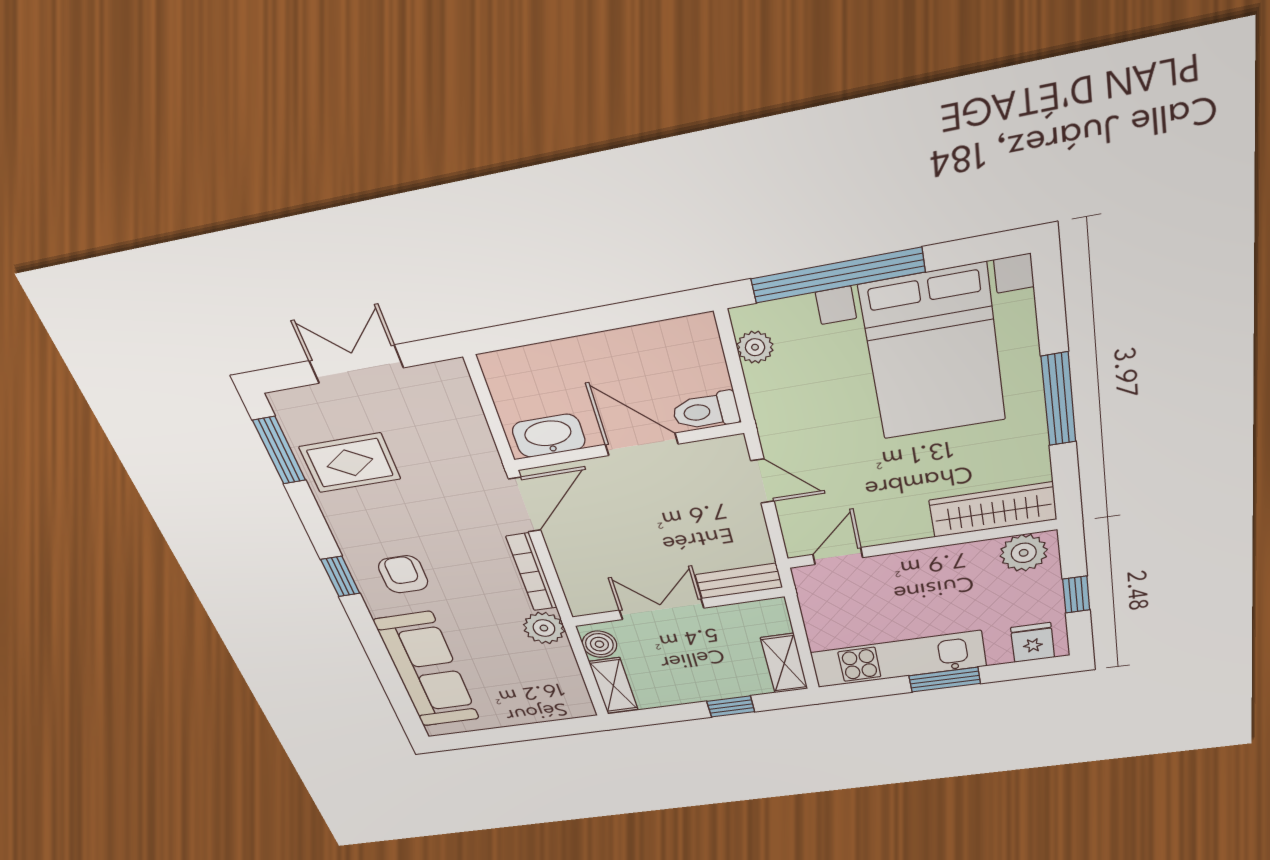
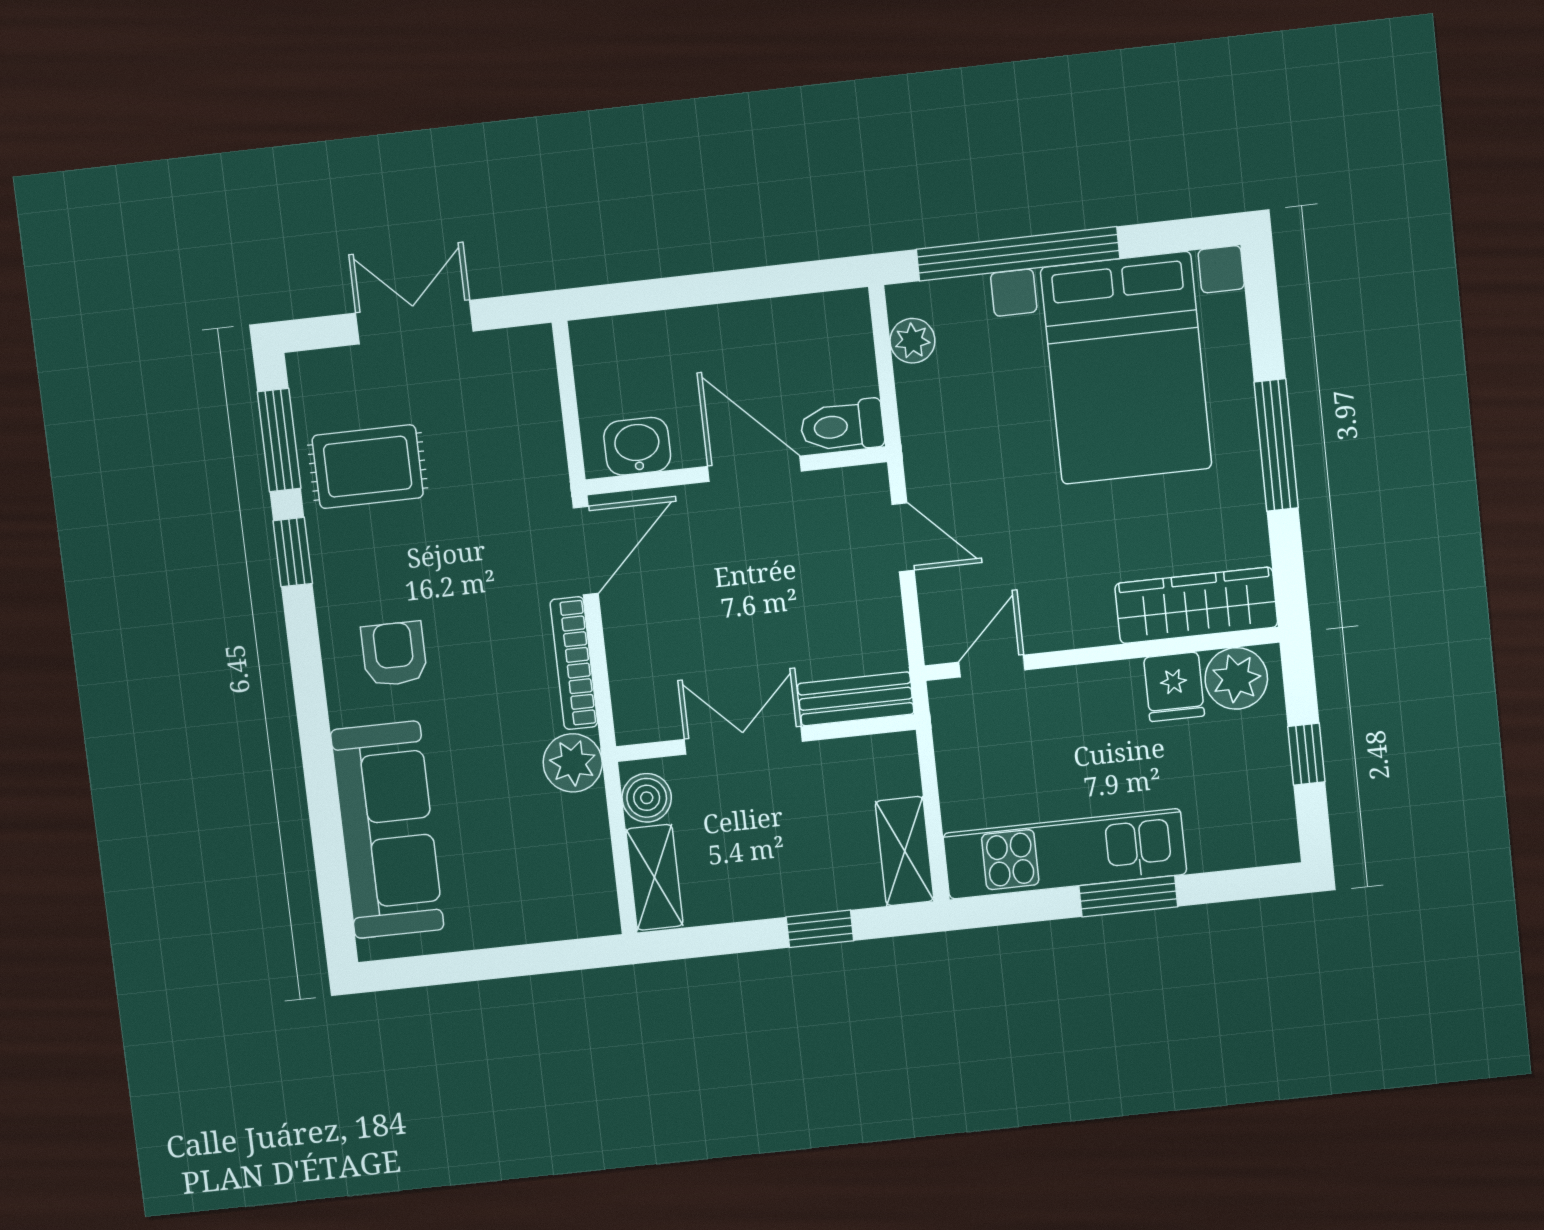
washbasin: (549, 436) -> (637, 446), width x0.72
window: (340, 576) -> (293, 552), moved
fridge: (1033, 643) -> (1174, 687), moved, turned 180

